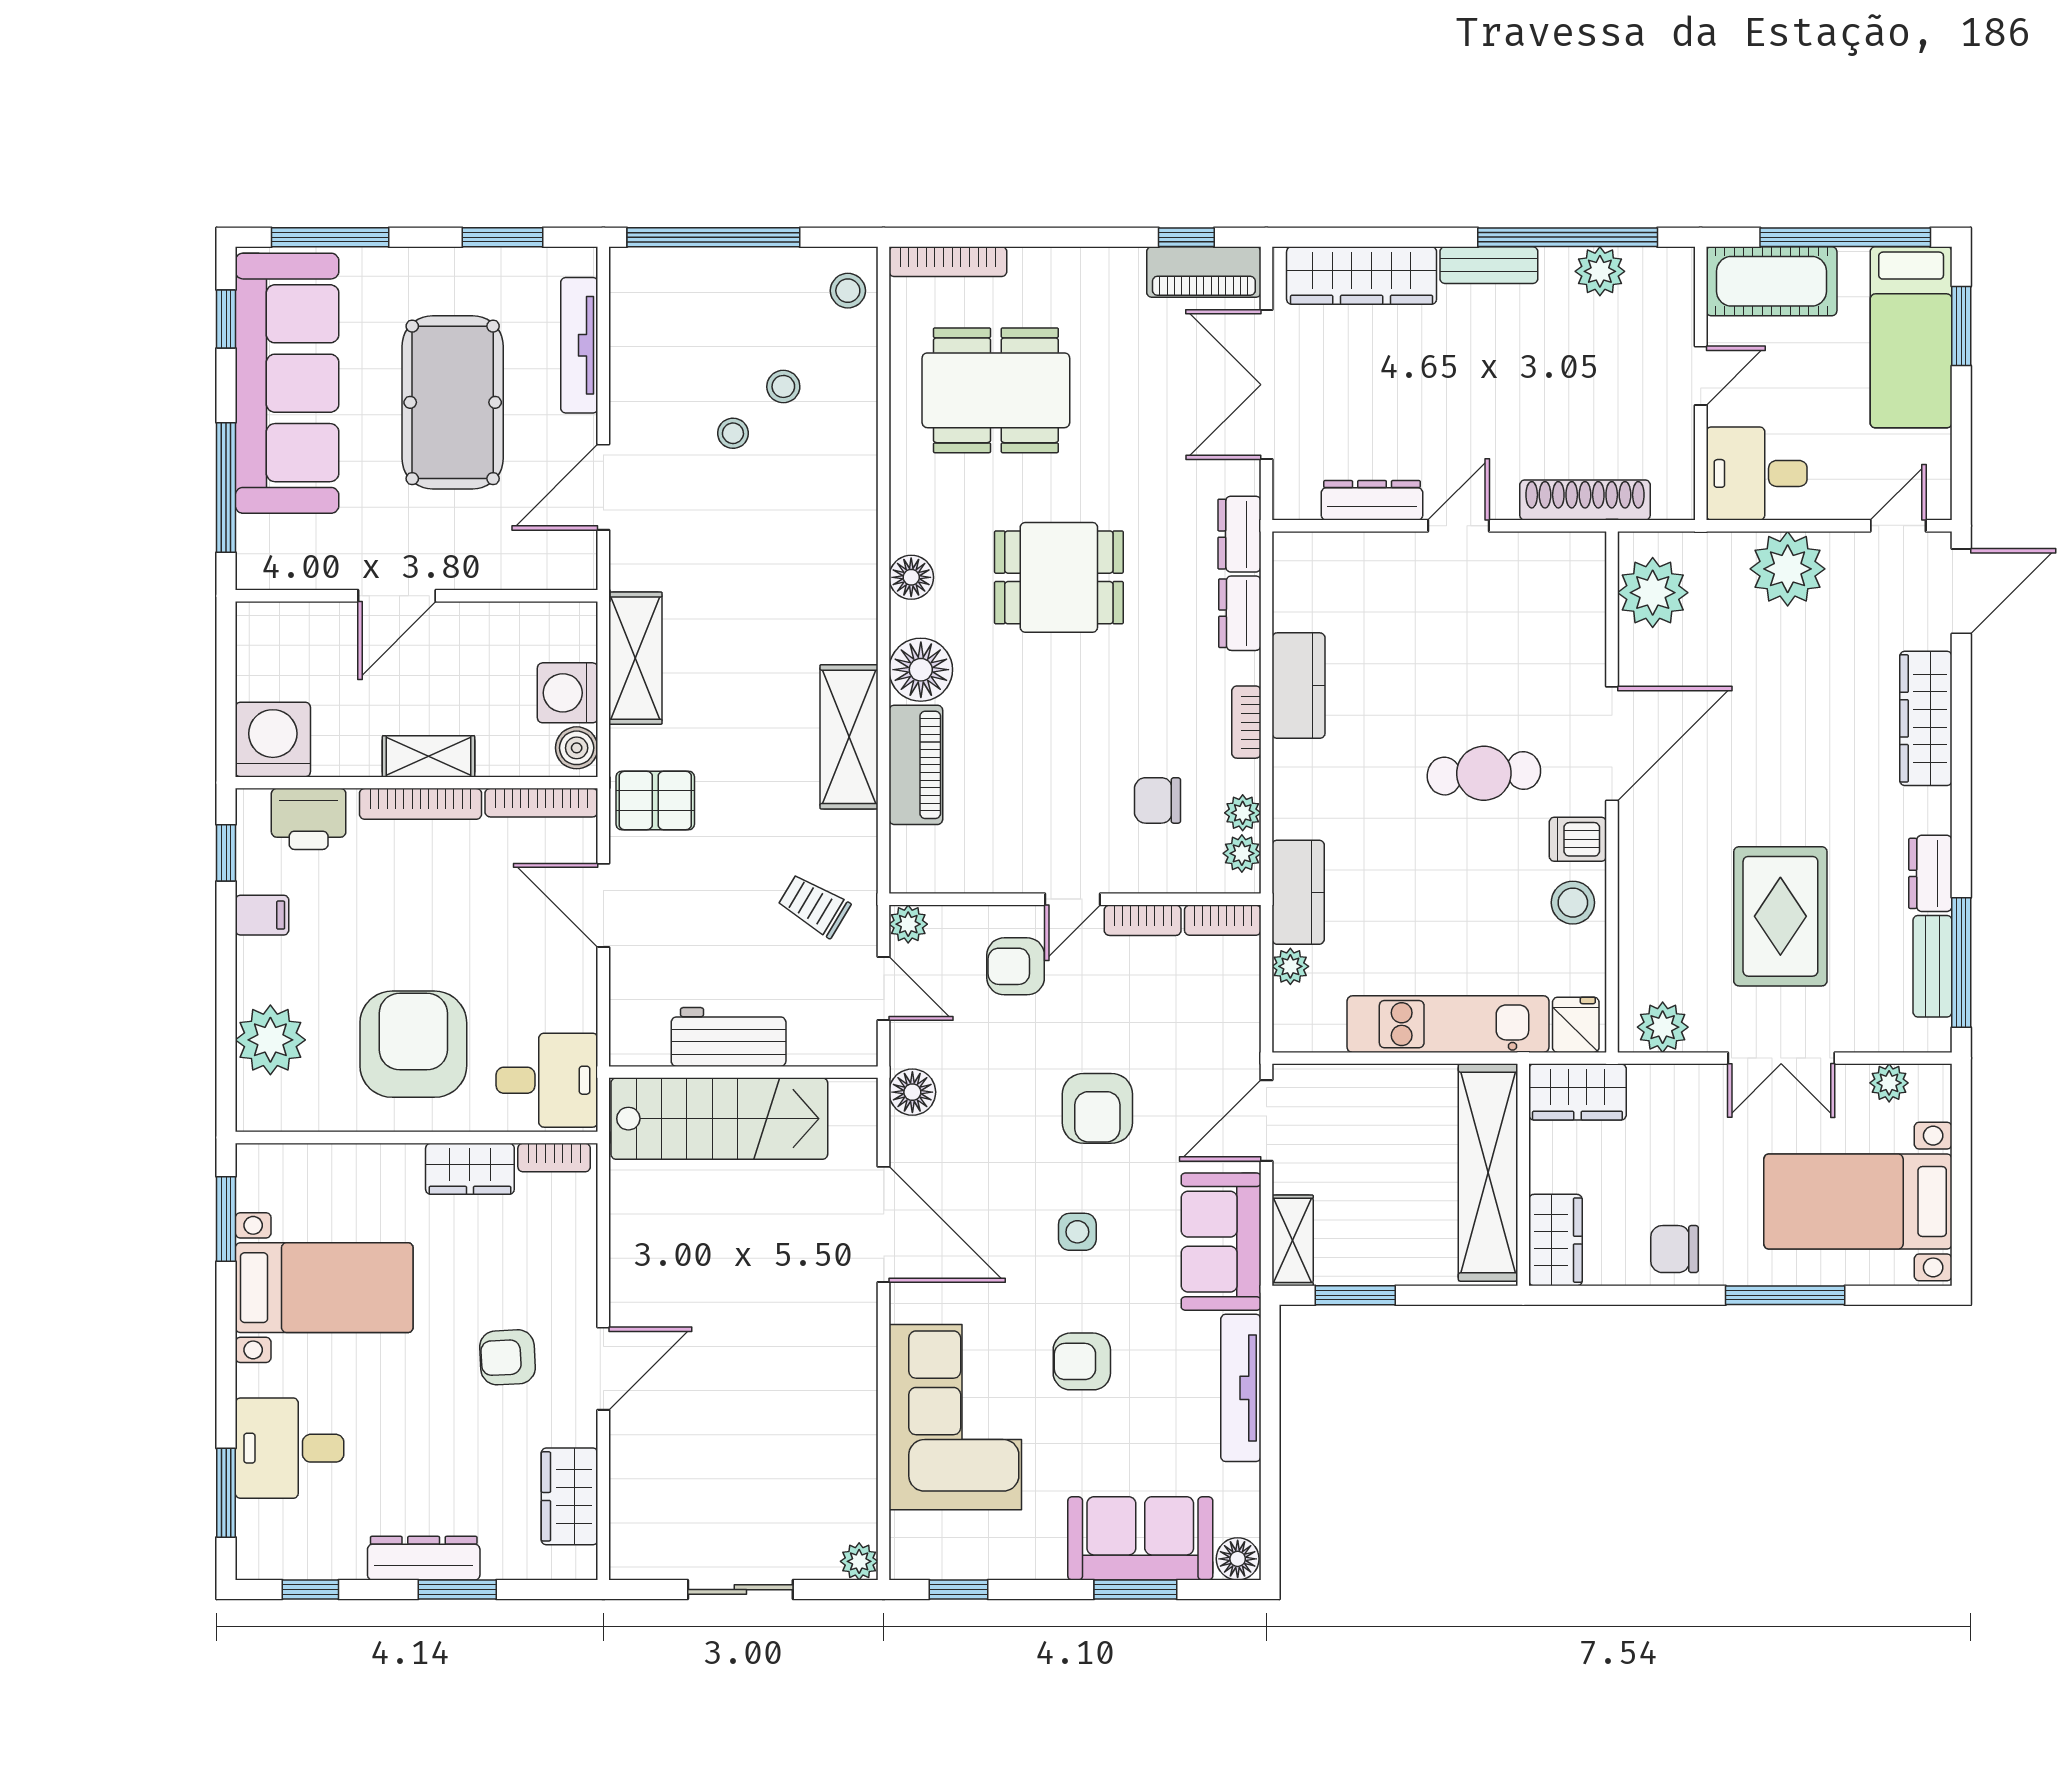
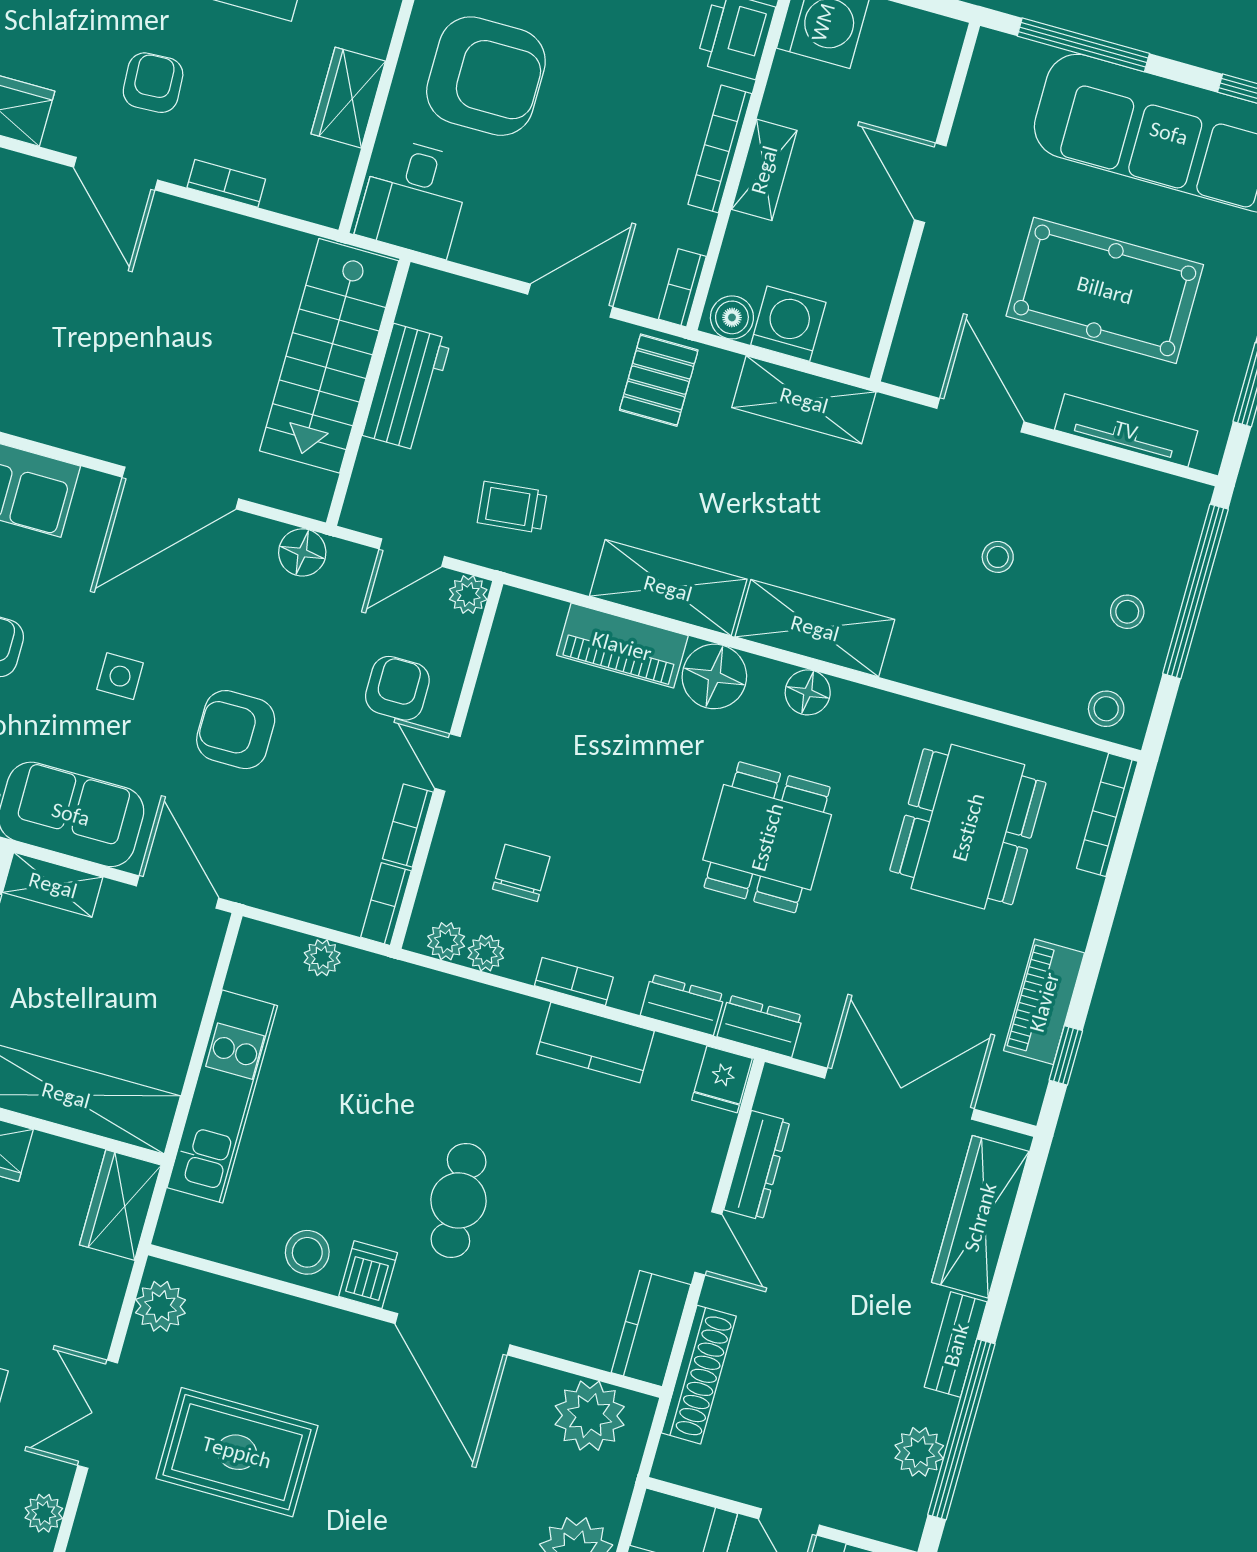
piano: (1204, 272) -> (1044, 1002), moved
stool: (783, 386) -> (1127, 612), moved
shelving: (849, 587) -> (815, 628), added
bookcase: (541, 803) -> (682, 288), width x0.64
kitchen counter: (1298, 892) -> (651, 1329), moved, turned 90
trolley: (814, 906) -> (512, 507), turned -127
fridge: (1576, 1025) -> (722, 1079), moved, turned 90
bookcase: (554, 1158) -> (226, 183), moved, turned 90

